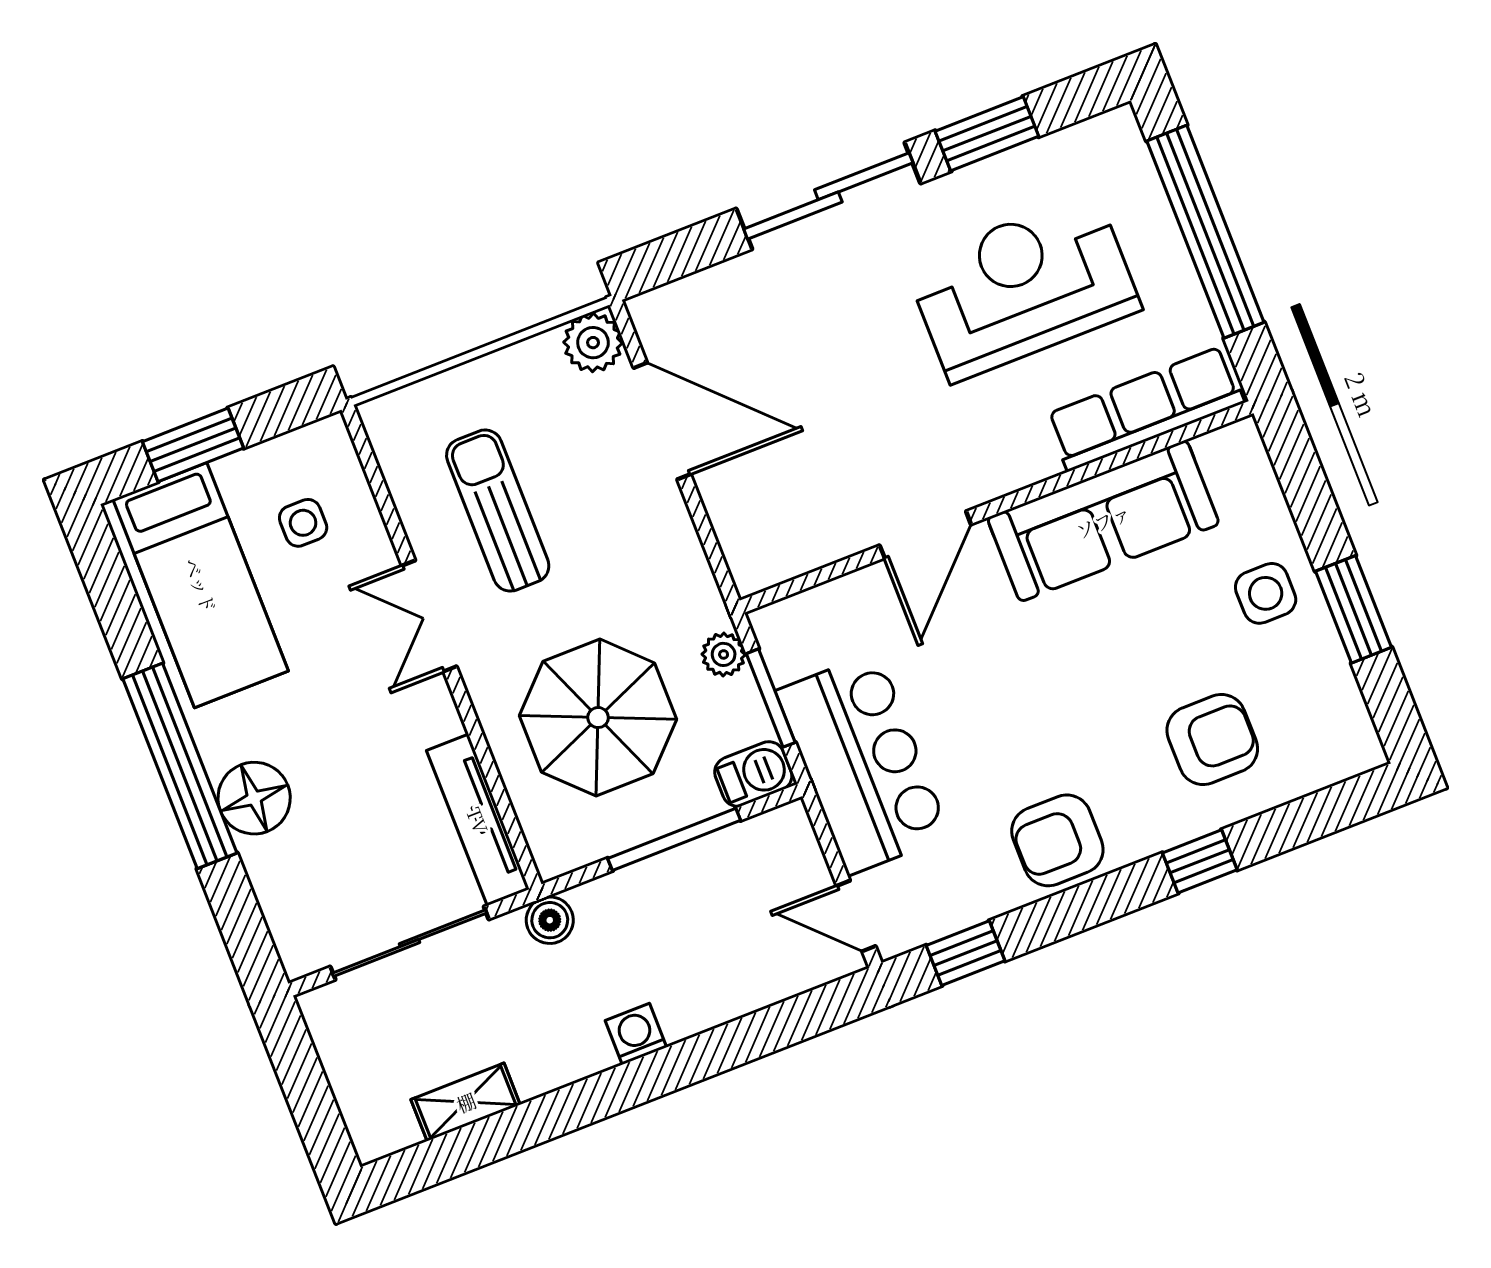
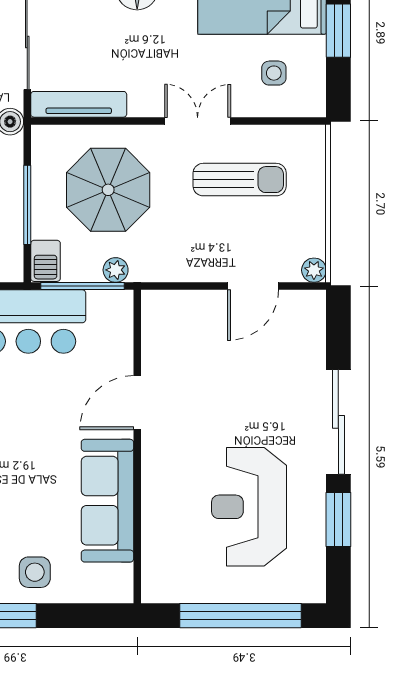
reception desk: (1023, 287) -> (249, 507), turned 180
plant: (593, 343) -> (314, 270), width x0.73, depth x0.73
row of seats: (1145, 409) -> (159, 546), removed
door: (662, 421) -> (253, 286), width x0.73
door: (925, 535) -> (137, 403), hinge flipped
window: (771, 698) -> (82, 286), width x1.44

